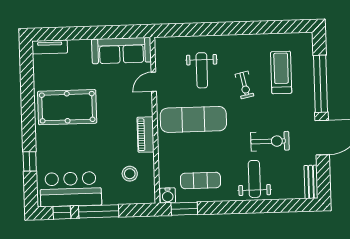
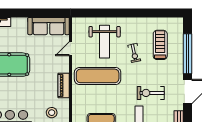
weight bench: (202, 70) -> (105, 42), width x1.36, depth x1.33
exercise bike: (270, 141) -> (151, 93), turned 180

